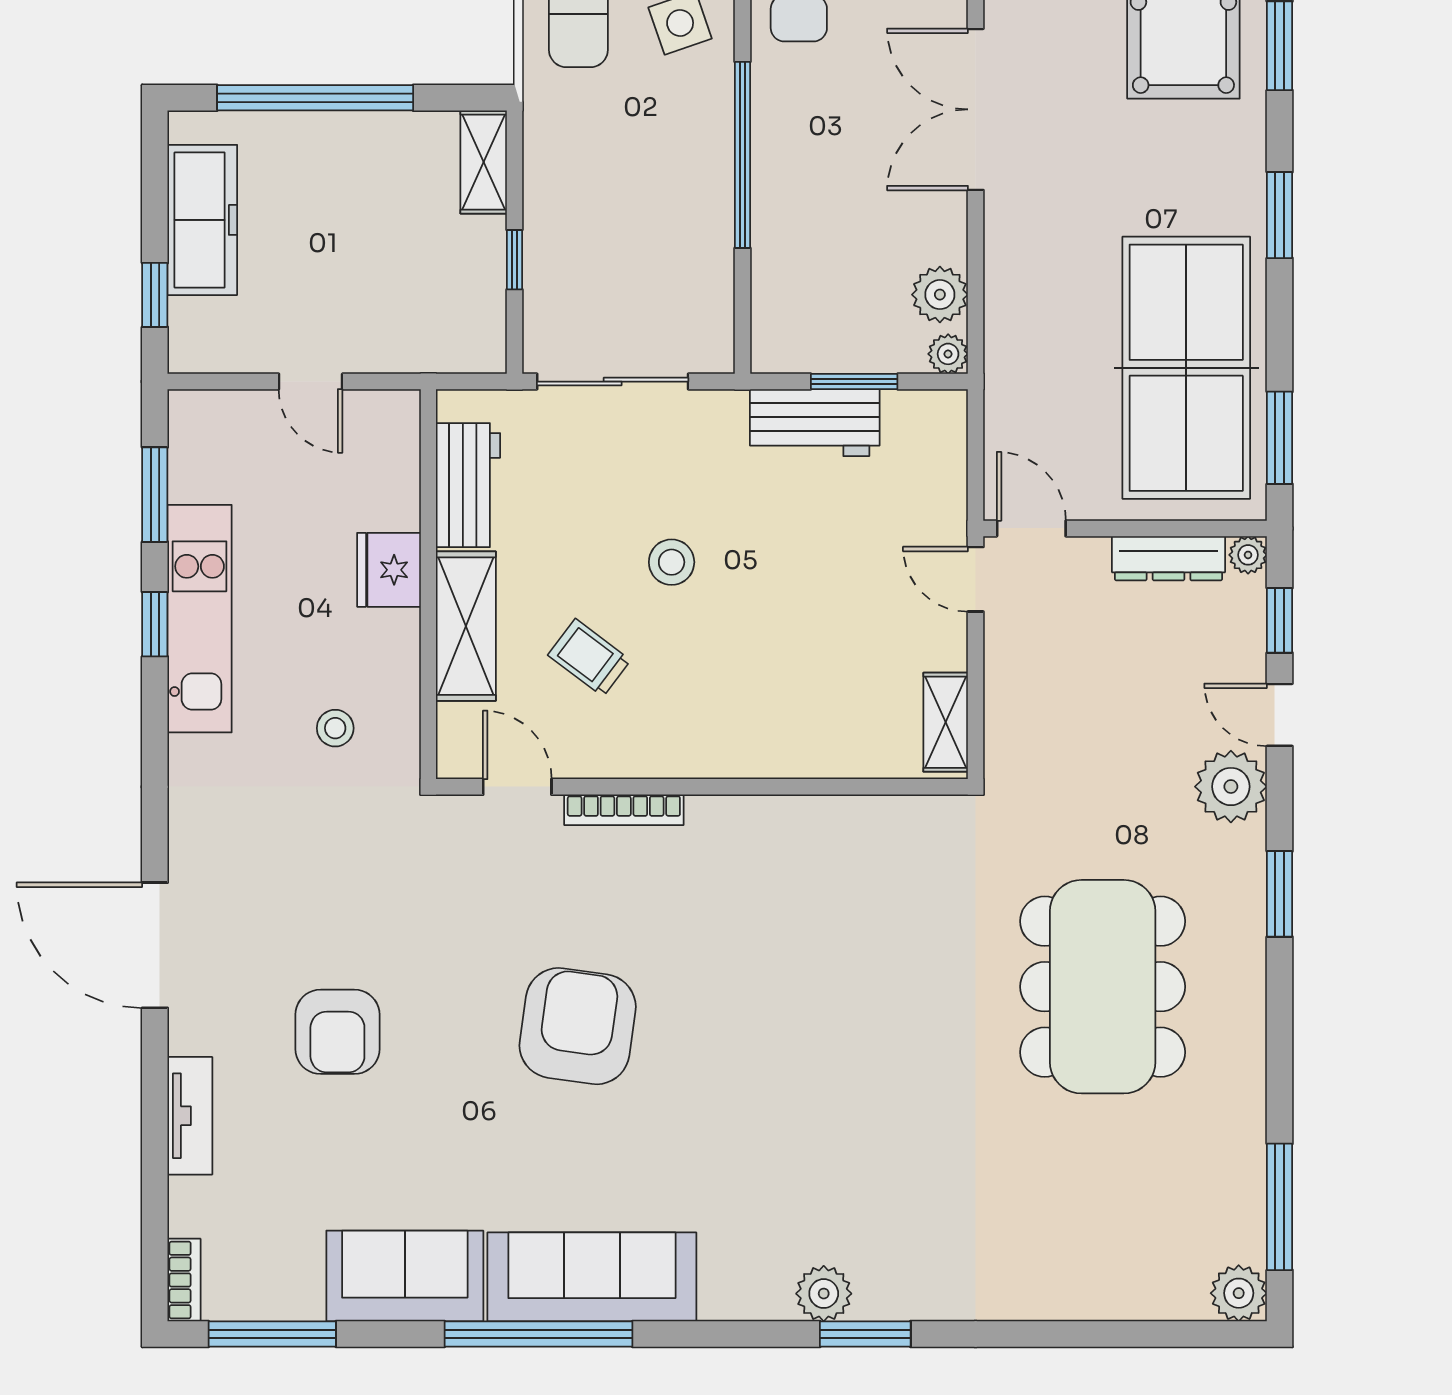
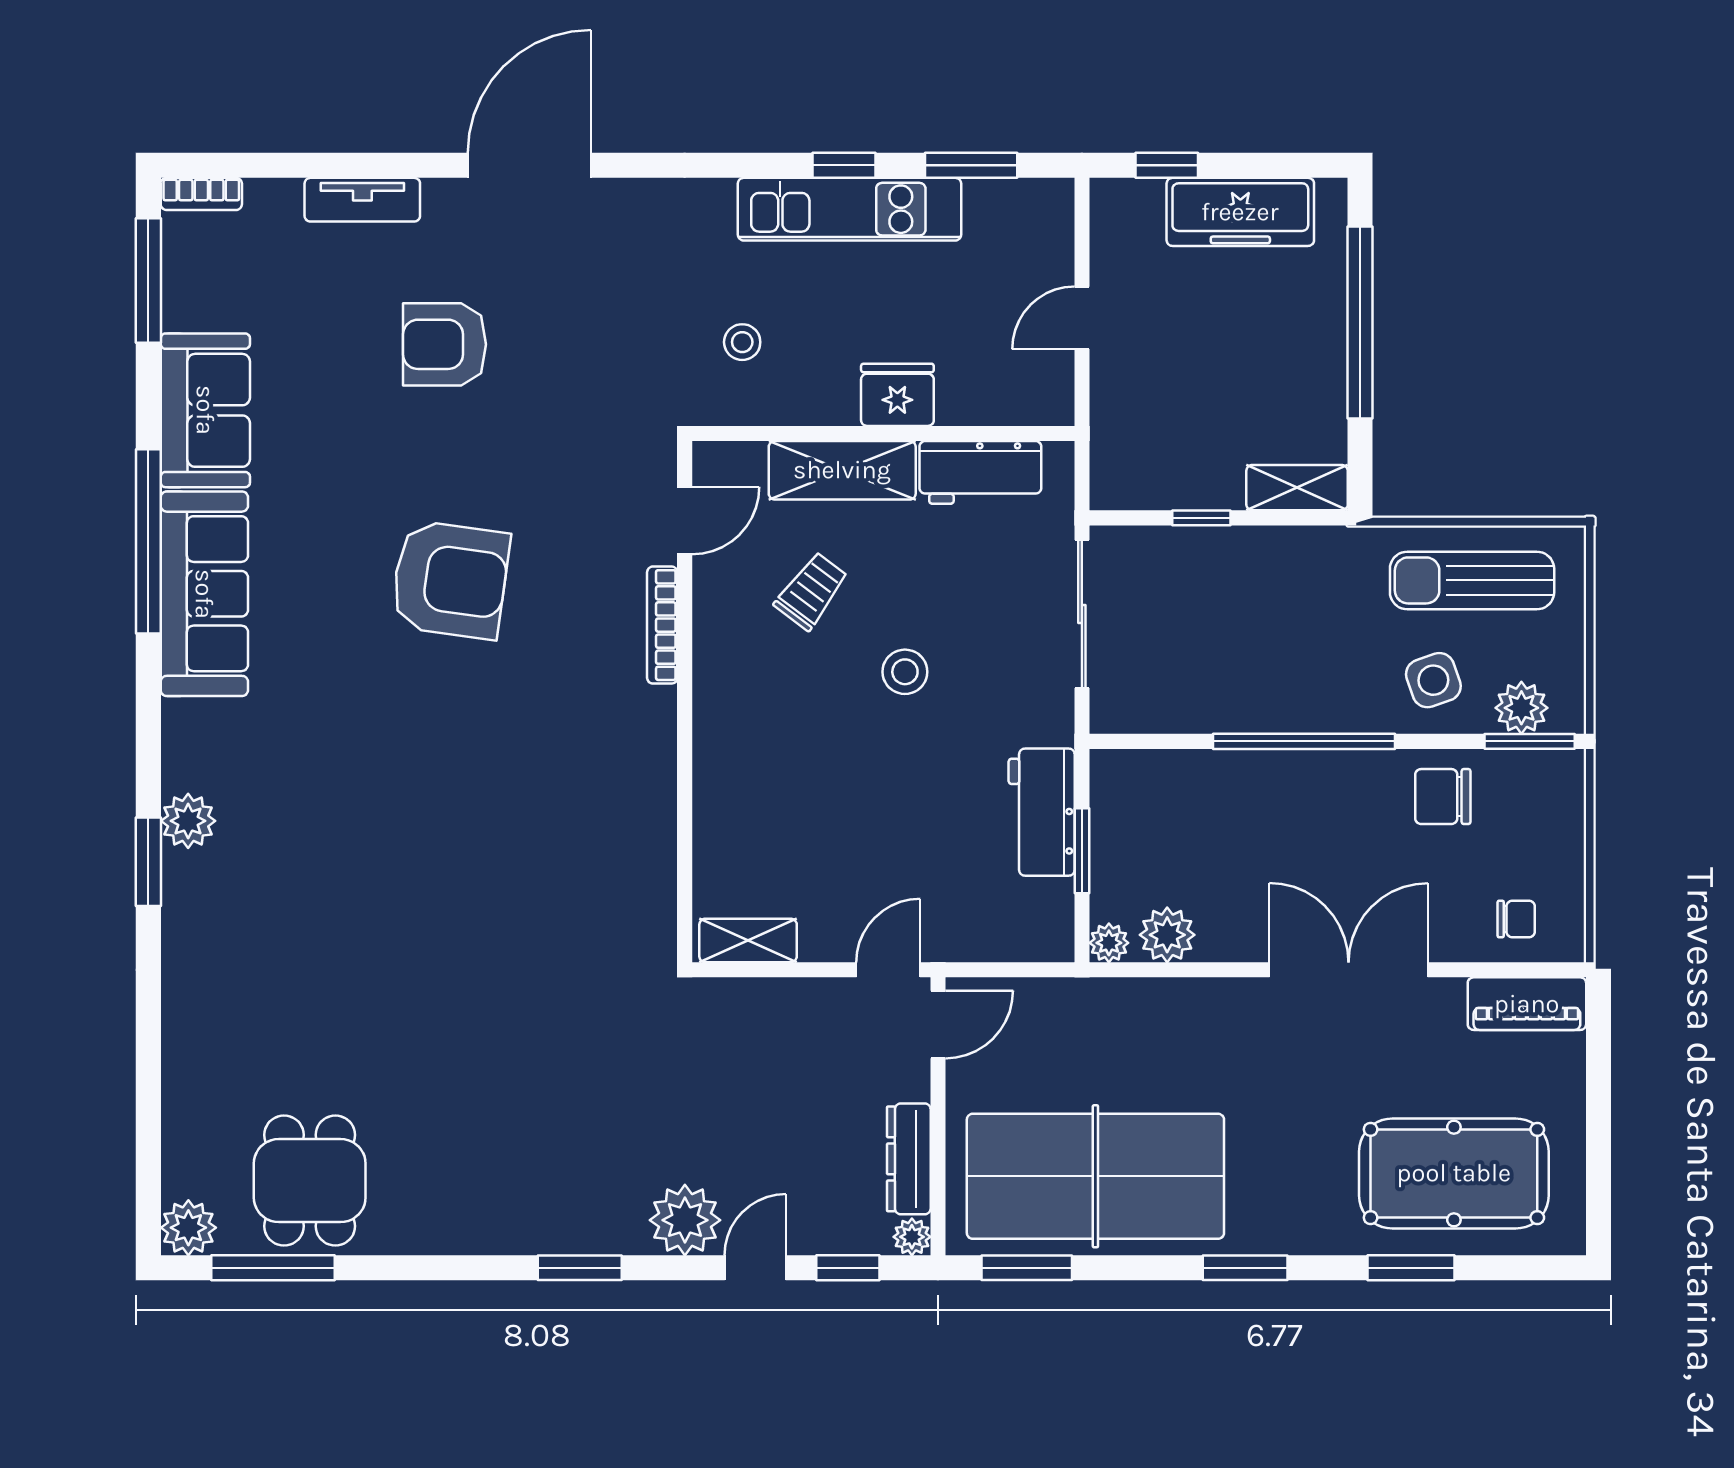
dining table: (1103, 987) -> (310, 1181), moved, width x0.53, depth x0.80

